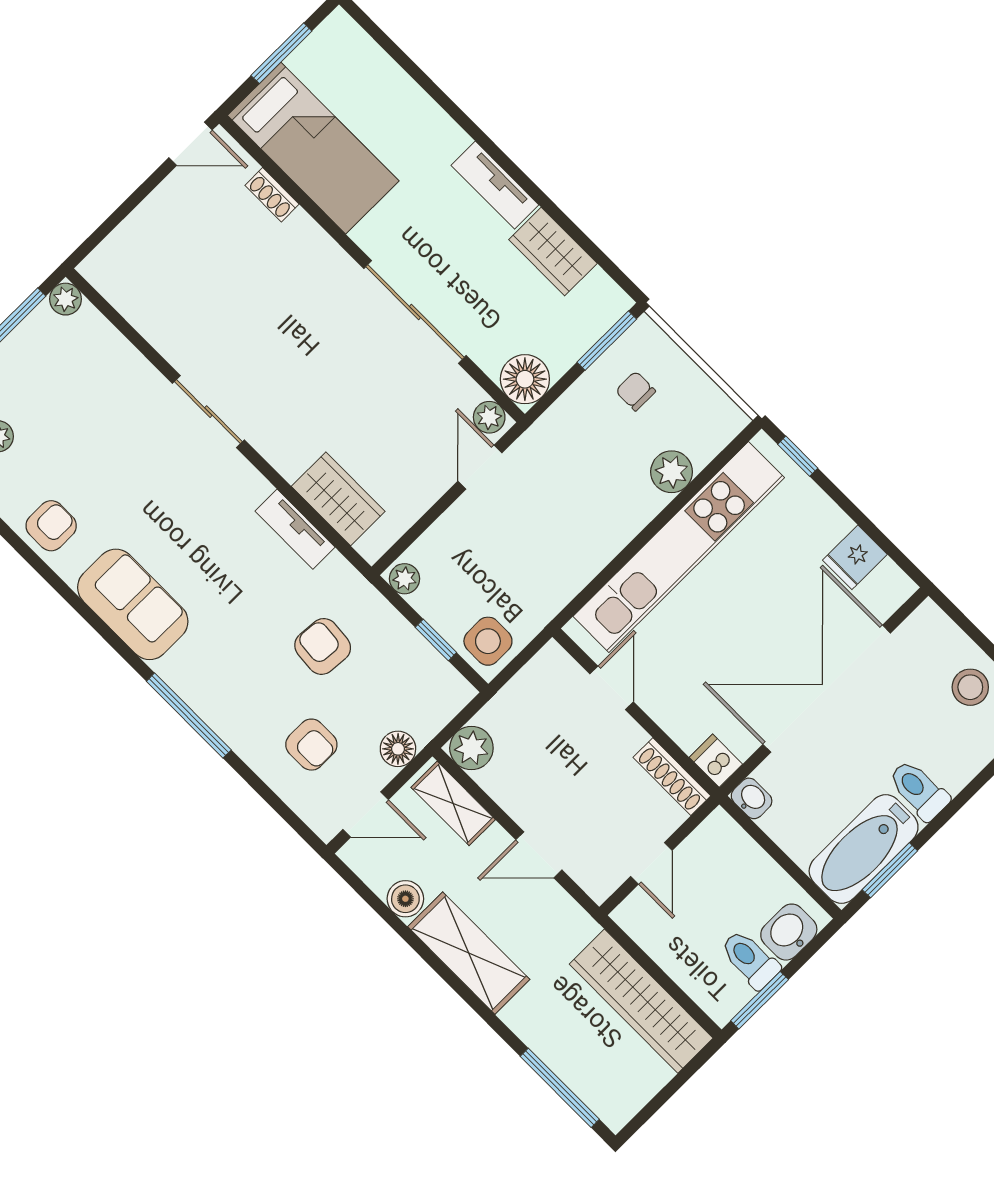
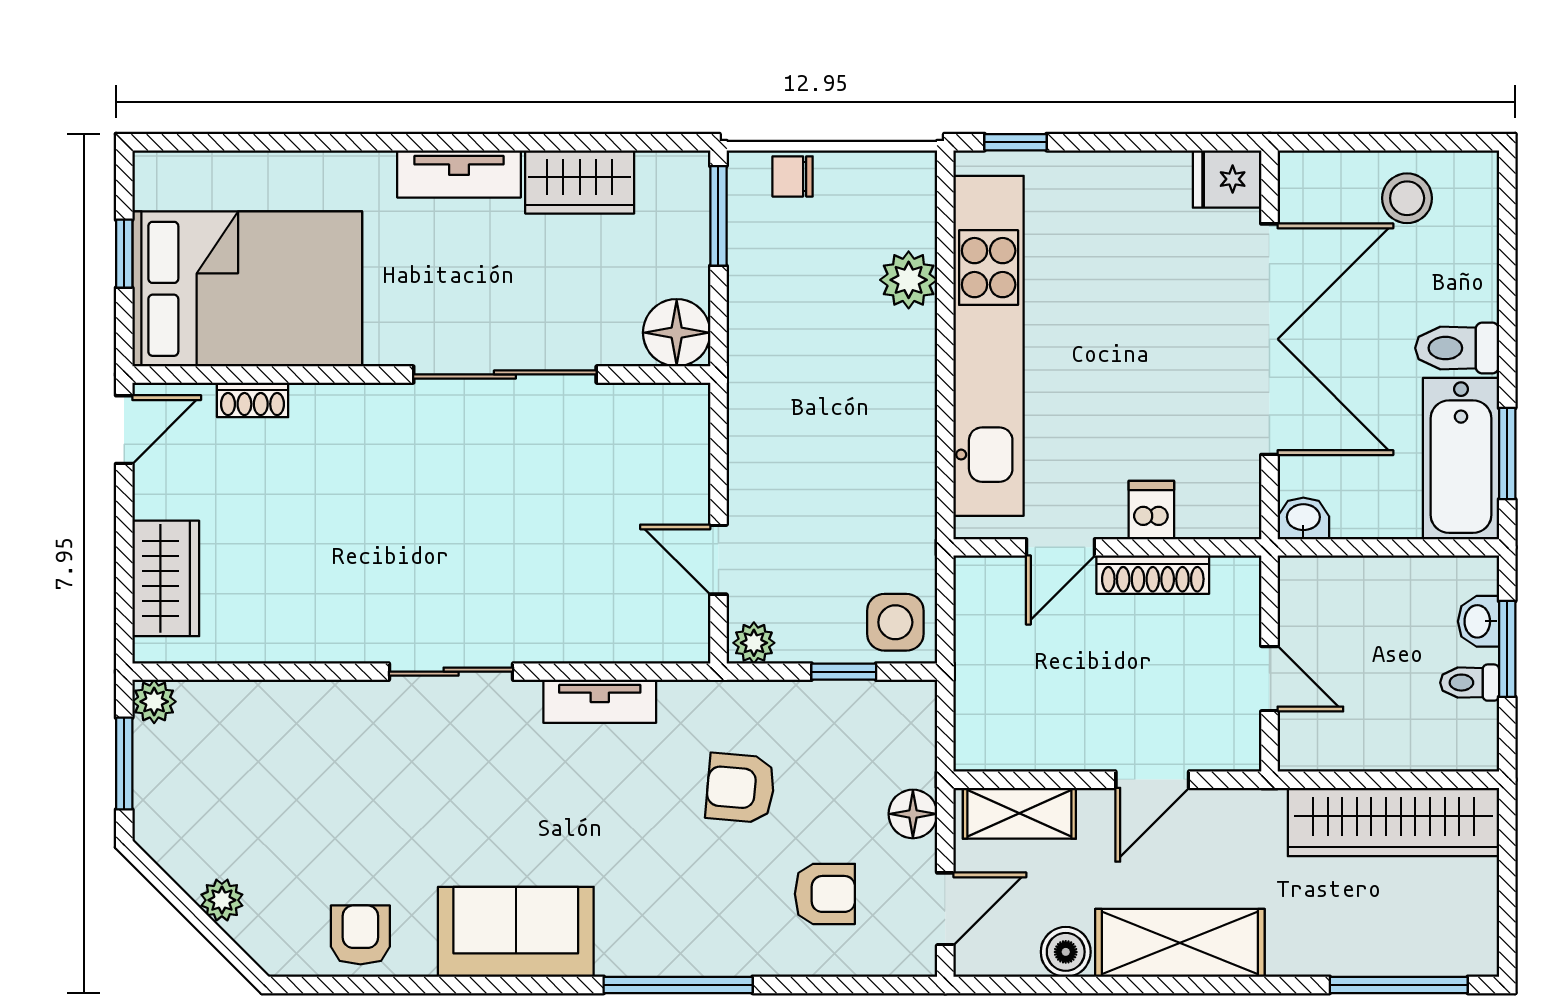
window: (281, 53) -> (124, 254), width x0.67
bed: (313, 148) -> (247, 289), width x1.50
chair: (636, 391) -> (793, 176), moved
sliding door: (208, 412) -> (451, 672), moved
plant: (489, 417) -> (679, 404), removed
door: (480, 467) -> (718, 560), moved
wardrobe: (338, 499) -> (166, 578), moved, turned 90
fridge: (855, 557) -> (1227, 179), moved, turned 90
door: (612, 688) -> (1060, 547), swing flipped
double door: (827, 689) -> (1269, 339), swing flipped
plant: (471, 748) -> (983, 742), removed
dishwasher: (716, 761) -> (1151, 510), moved, turned 90
shoe rack: (672, 777) -> (1153, 575), moved
washbasin: (789, 932) -> (1479, 621), width x0.72, depth x0.69
toilet: (750, 959) -> (1470, 683), width x0.73, depth x0.72
window: (760, 1000) -> (1507, 649), moved

